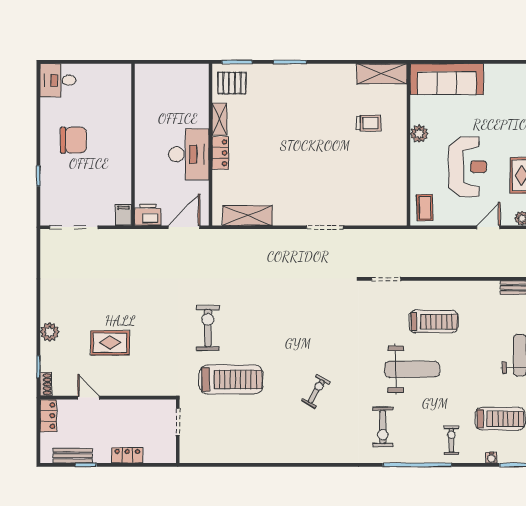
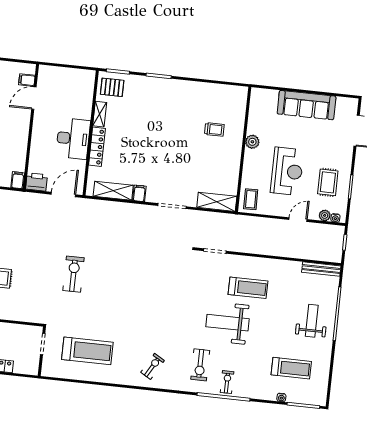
shelving: (382, 74) -> (217, 202), moved
sofa: (447, 79) -> (307, 105), moved
filing cabinet: (121, 85) -> (27, 80), added
door: (133, 108) -> (34, 98), added
locker: (220, 153) -> (97, 147), width x1.53
filing cabinet: (281, 215) -> (139, 193), added
weight bench: (412, 369) -> (227, 323), turned 180
treadmill: (231, 379) -> (87, 351), moved
exercise bike: (316, 391) -> (153, 366), moved
exercise bike: (451, 440) -> (227, 382), moved

